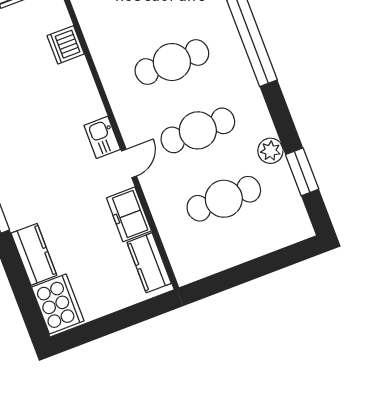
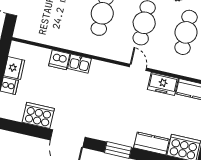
kitchen sink: (102, 137) -> (79, 64), moved

